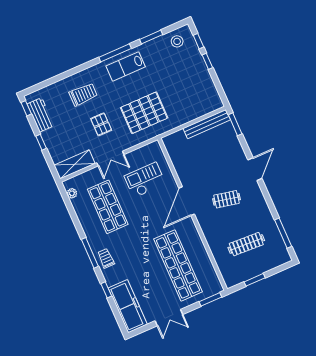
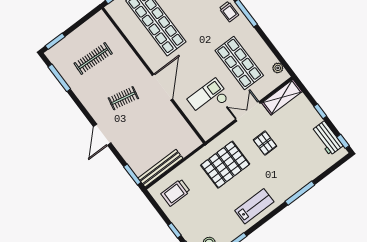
window: (115, 53) -> (300, 193), moved
trolley: (83, 94) -> (176, 193), moved
checkout: (145, 180) -> (209, 98), turned 180
window: (255, 280) -> (55, 41), moved

